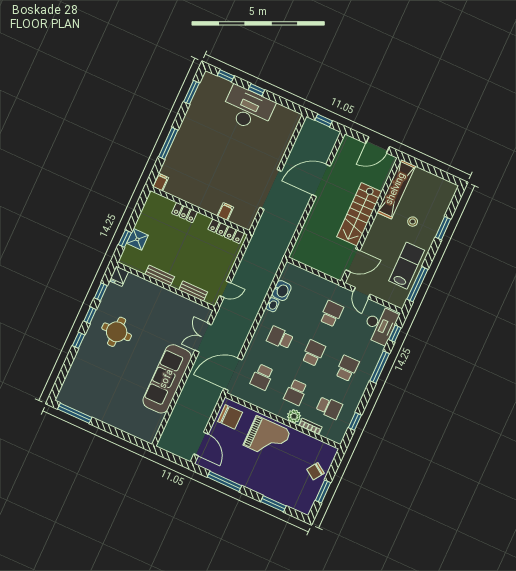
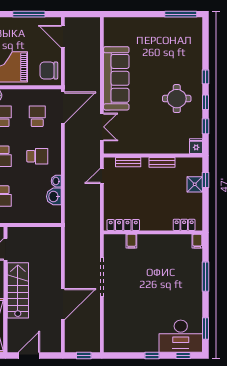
desk: (248, 109) -> (181, 336), moved
locker: (185, 213) -> (184, 225), moved

